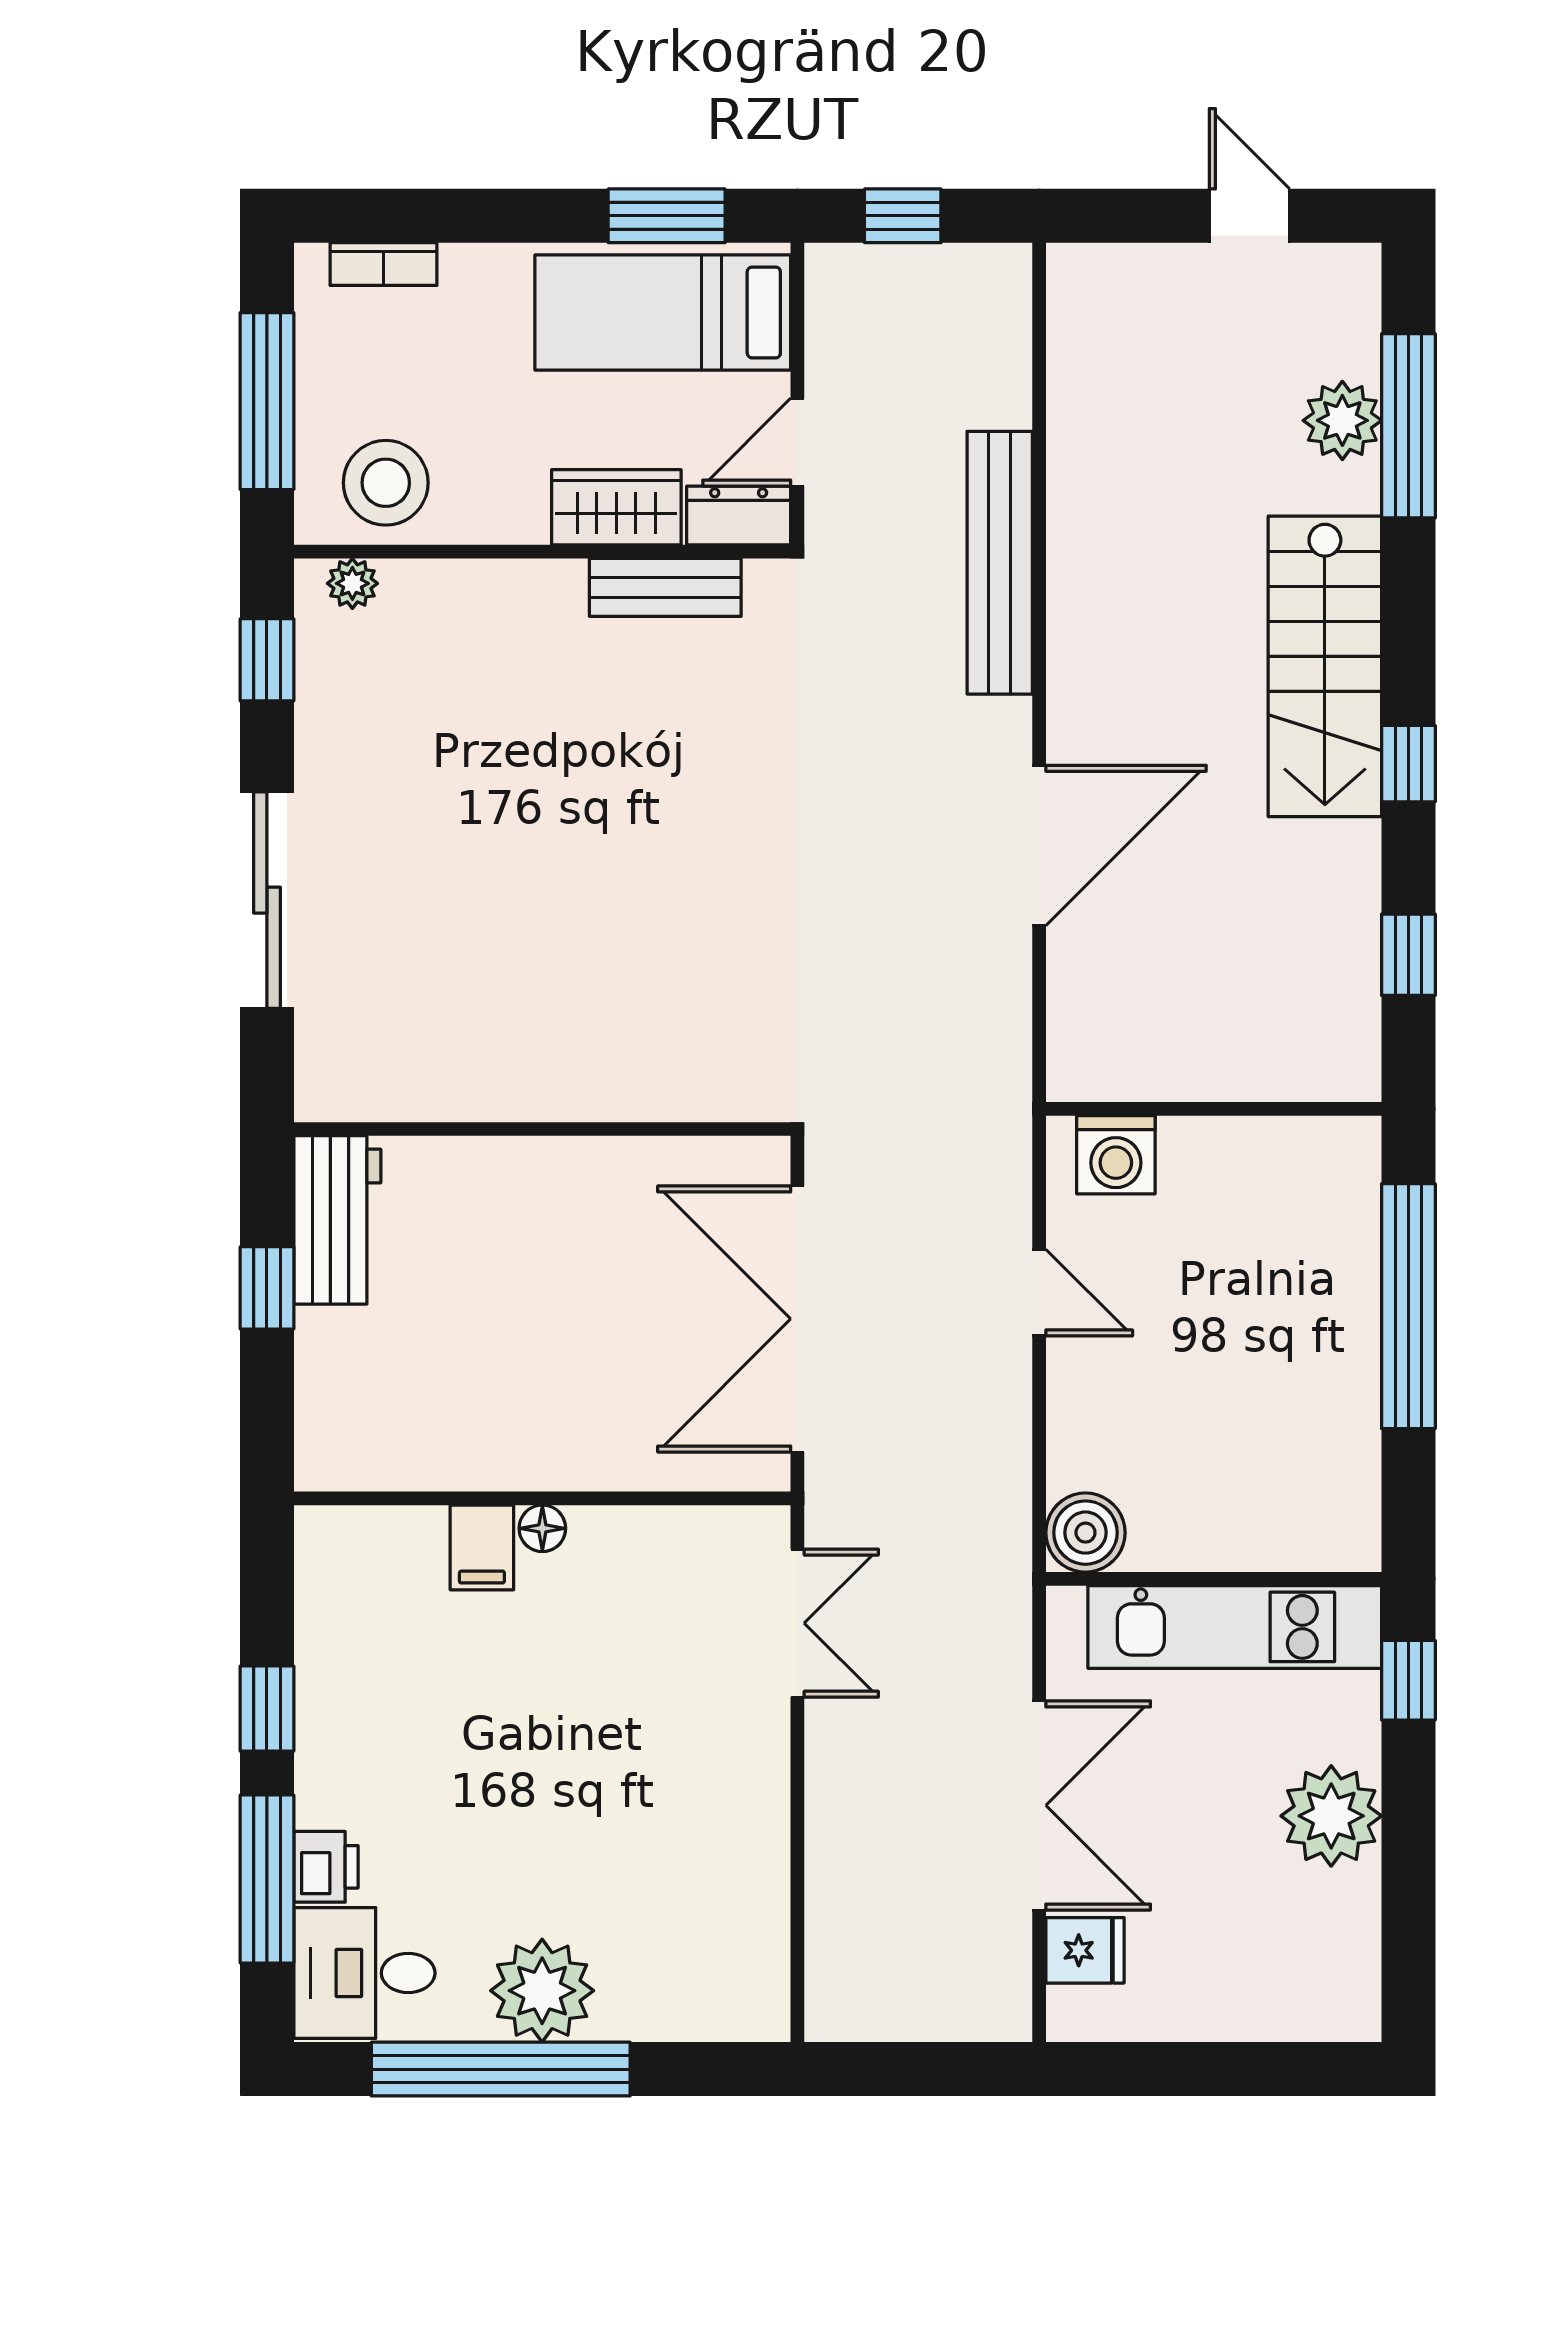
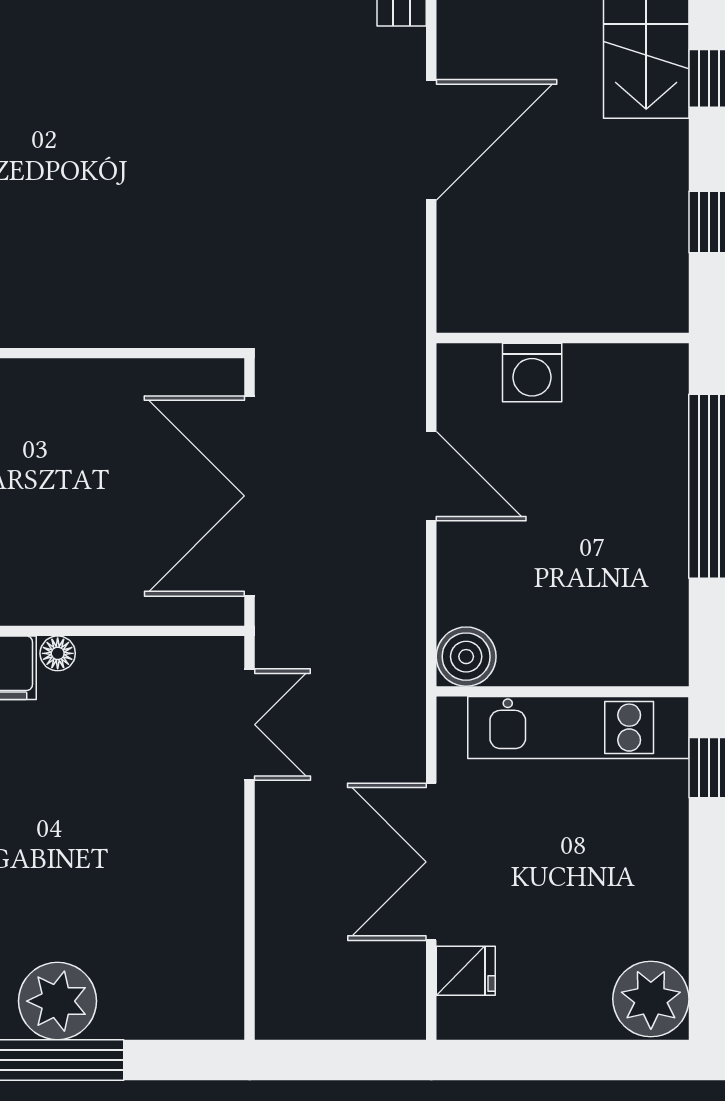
washing machine: (1116, 1155) -> (532, 372), moved
door: (1039, 1293) -> (431, 476), width x1.38
double door: (1039, 1805) -> (431, 862), swing flipped
plant: (1331, 1816) -> (651, 999), moved

